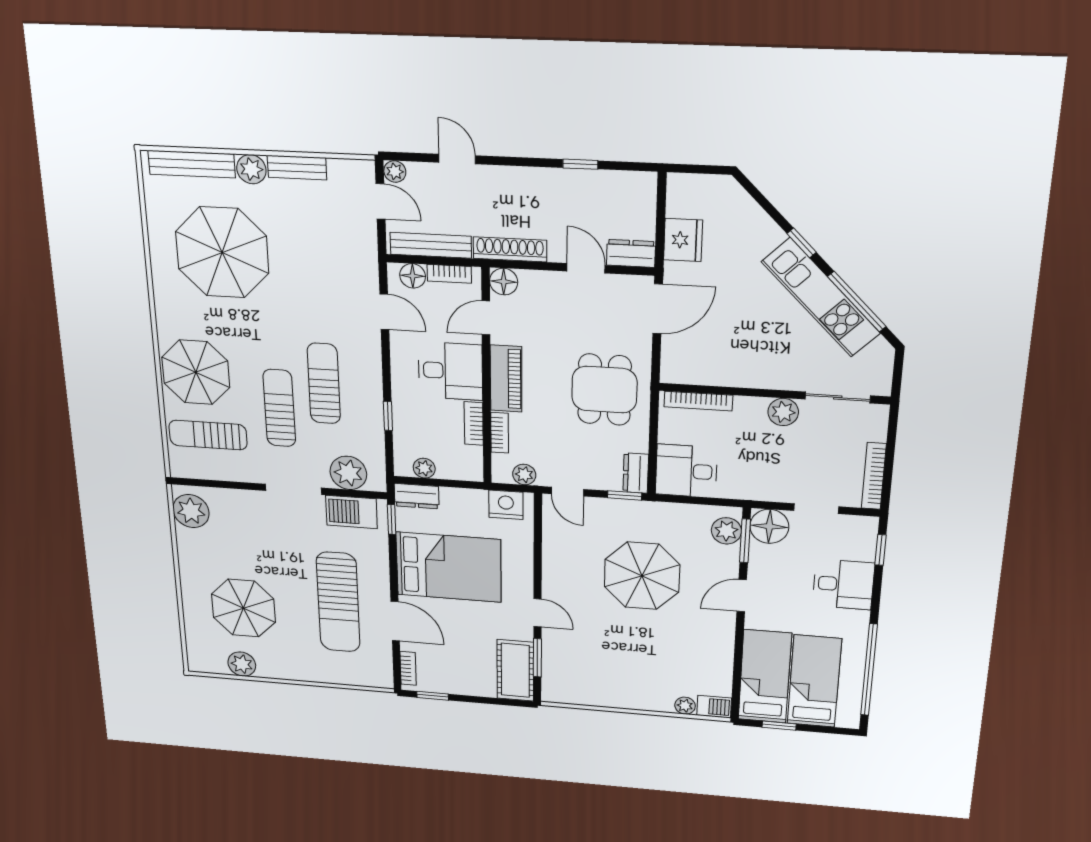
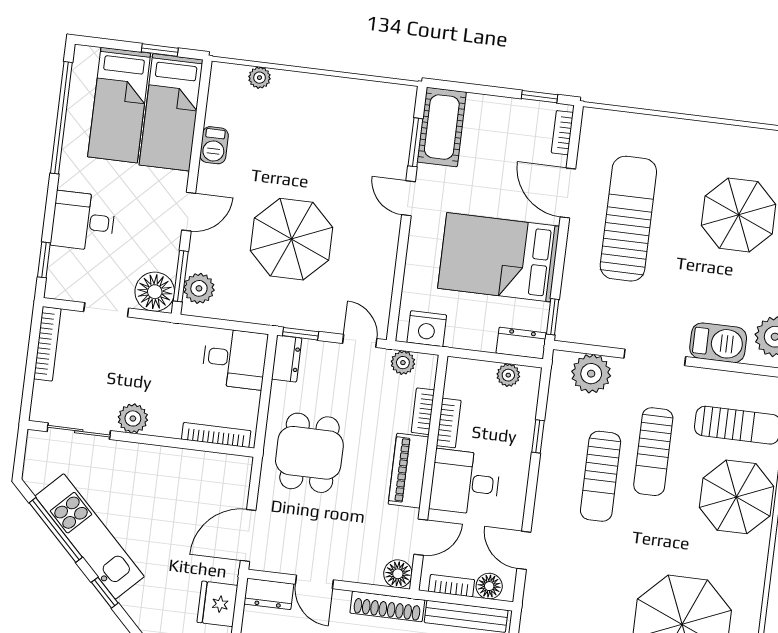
barbecue: (351, 512) -> (718, 343), moved
plant: (242, 664) -> (754, 143), removed
barbecue: (714, 707) -> (214, 145), moved, turned -90

